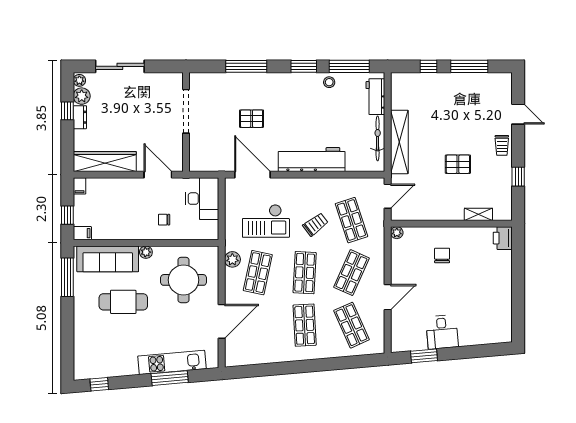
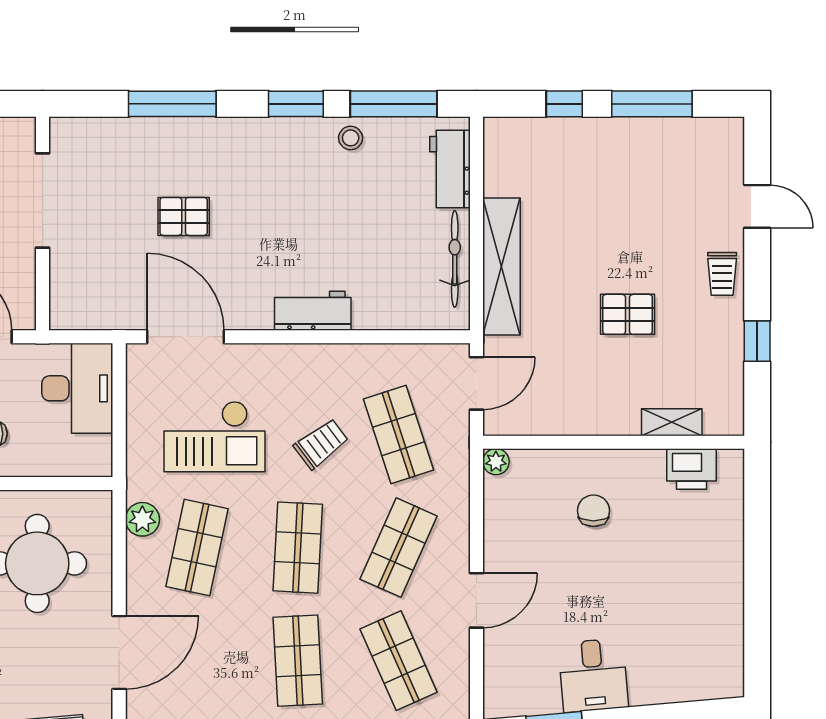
workbench: (312, 160) -> (313, 311), width x0.53, depth x0.76
printer: (503, 238) -> (692, 469), moved, turned -90

